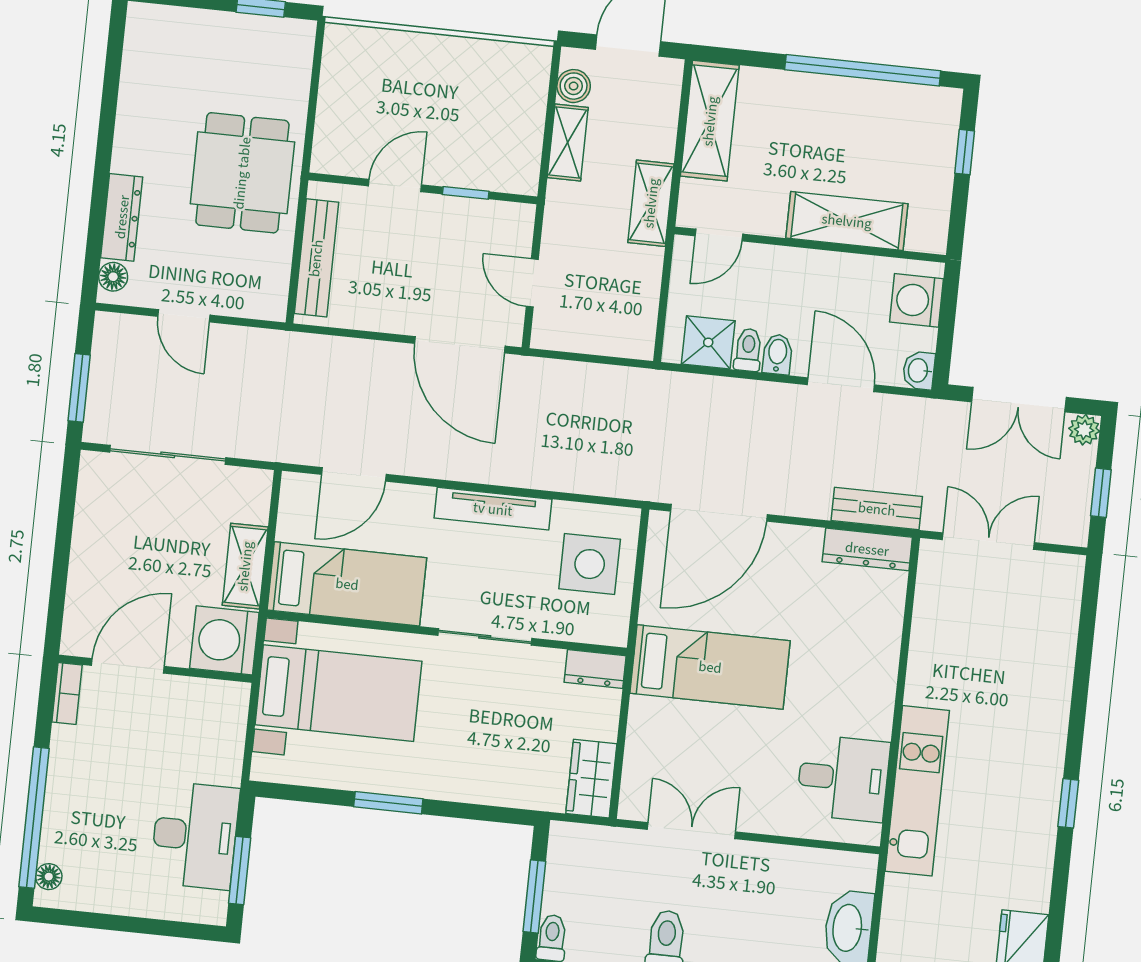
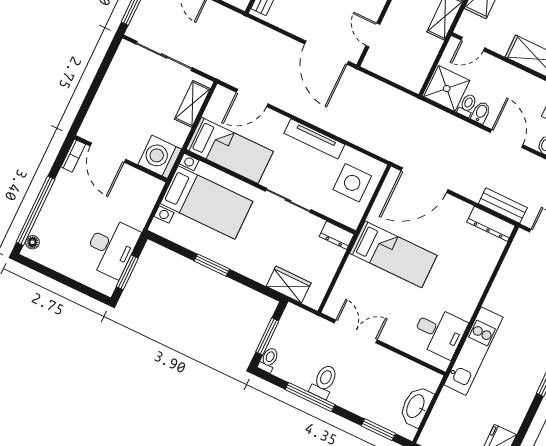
shower: (708, 342) -> (447, 89), width x1.36, depth x1.36
shelving: (245, 566) -> (192, 104), moved
door: (128, 666) -> (108, 153), swing flipped
wardrobe: (591, 779) -> (289, 285), moved, turned 90

